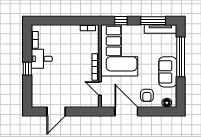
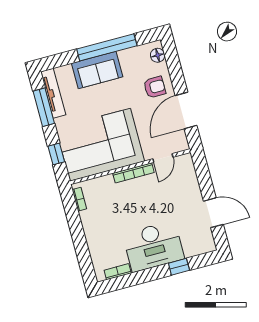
window: (181, 57) -> (107, 47), moved
desk: (42, 59) -> (153, 246), width x1.87, depth x1.30
window: (27, 69) -> (179, 267), moved
sofa: (168, 72) -> (97, 70), moved

